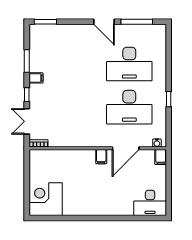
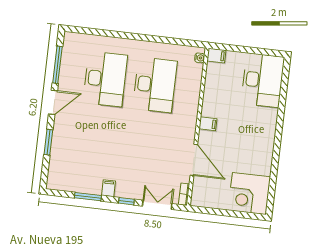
window: (45, 22) -> (48, 142), moved
window: (169, 99) -> (151, 38), removed
double door: (27, 121) -> (157, 205), swing flipped
door: (126, 148) -> (194, 160), moved
desk: (150, 203) -> (263, 80), width x1.36, depth x1.30

